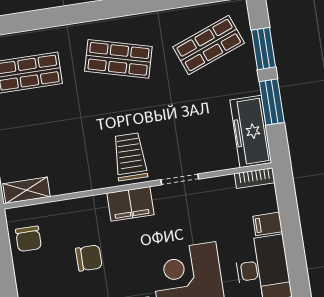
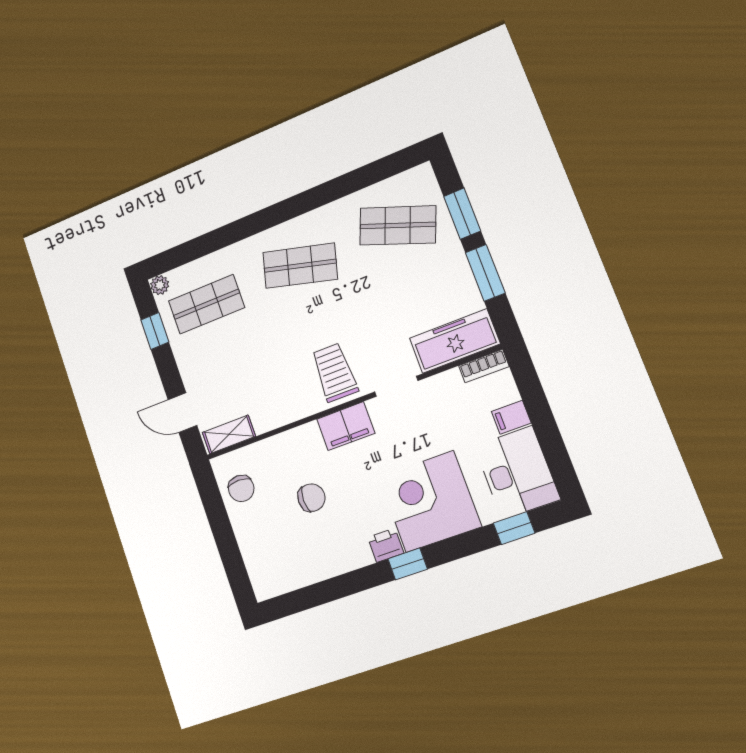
shop shelf: (209, 45) -> (398, 225), turned 42
freezer: (251, 131) -> (455, 341), moved, turned 90

